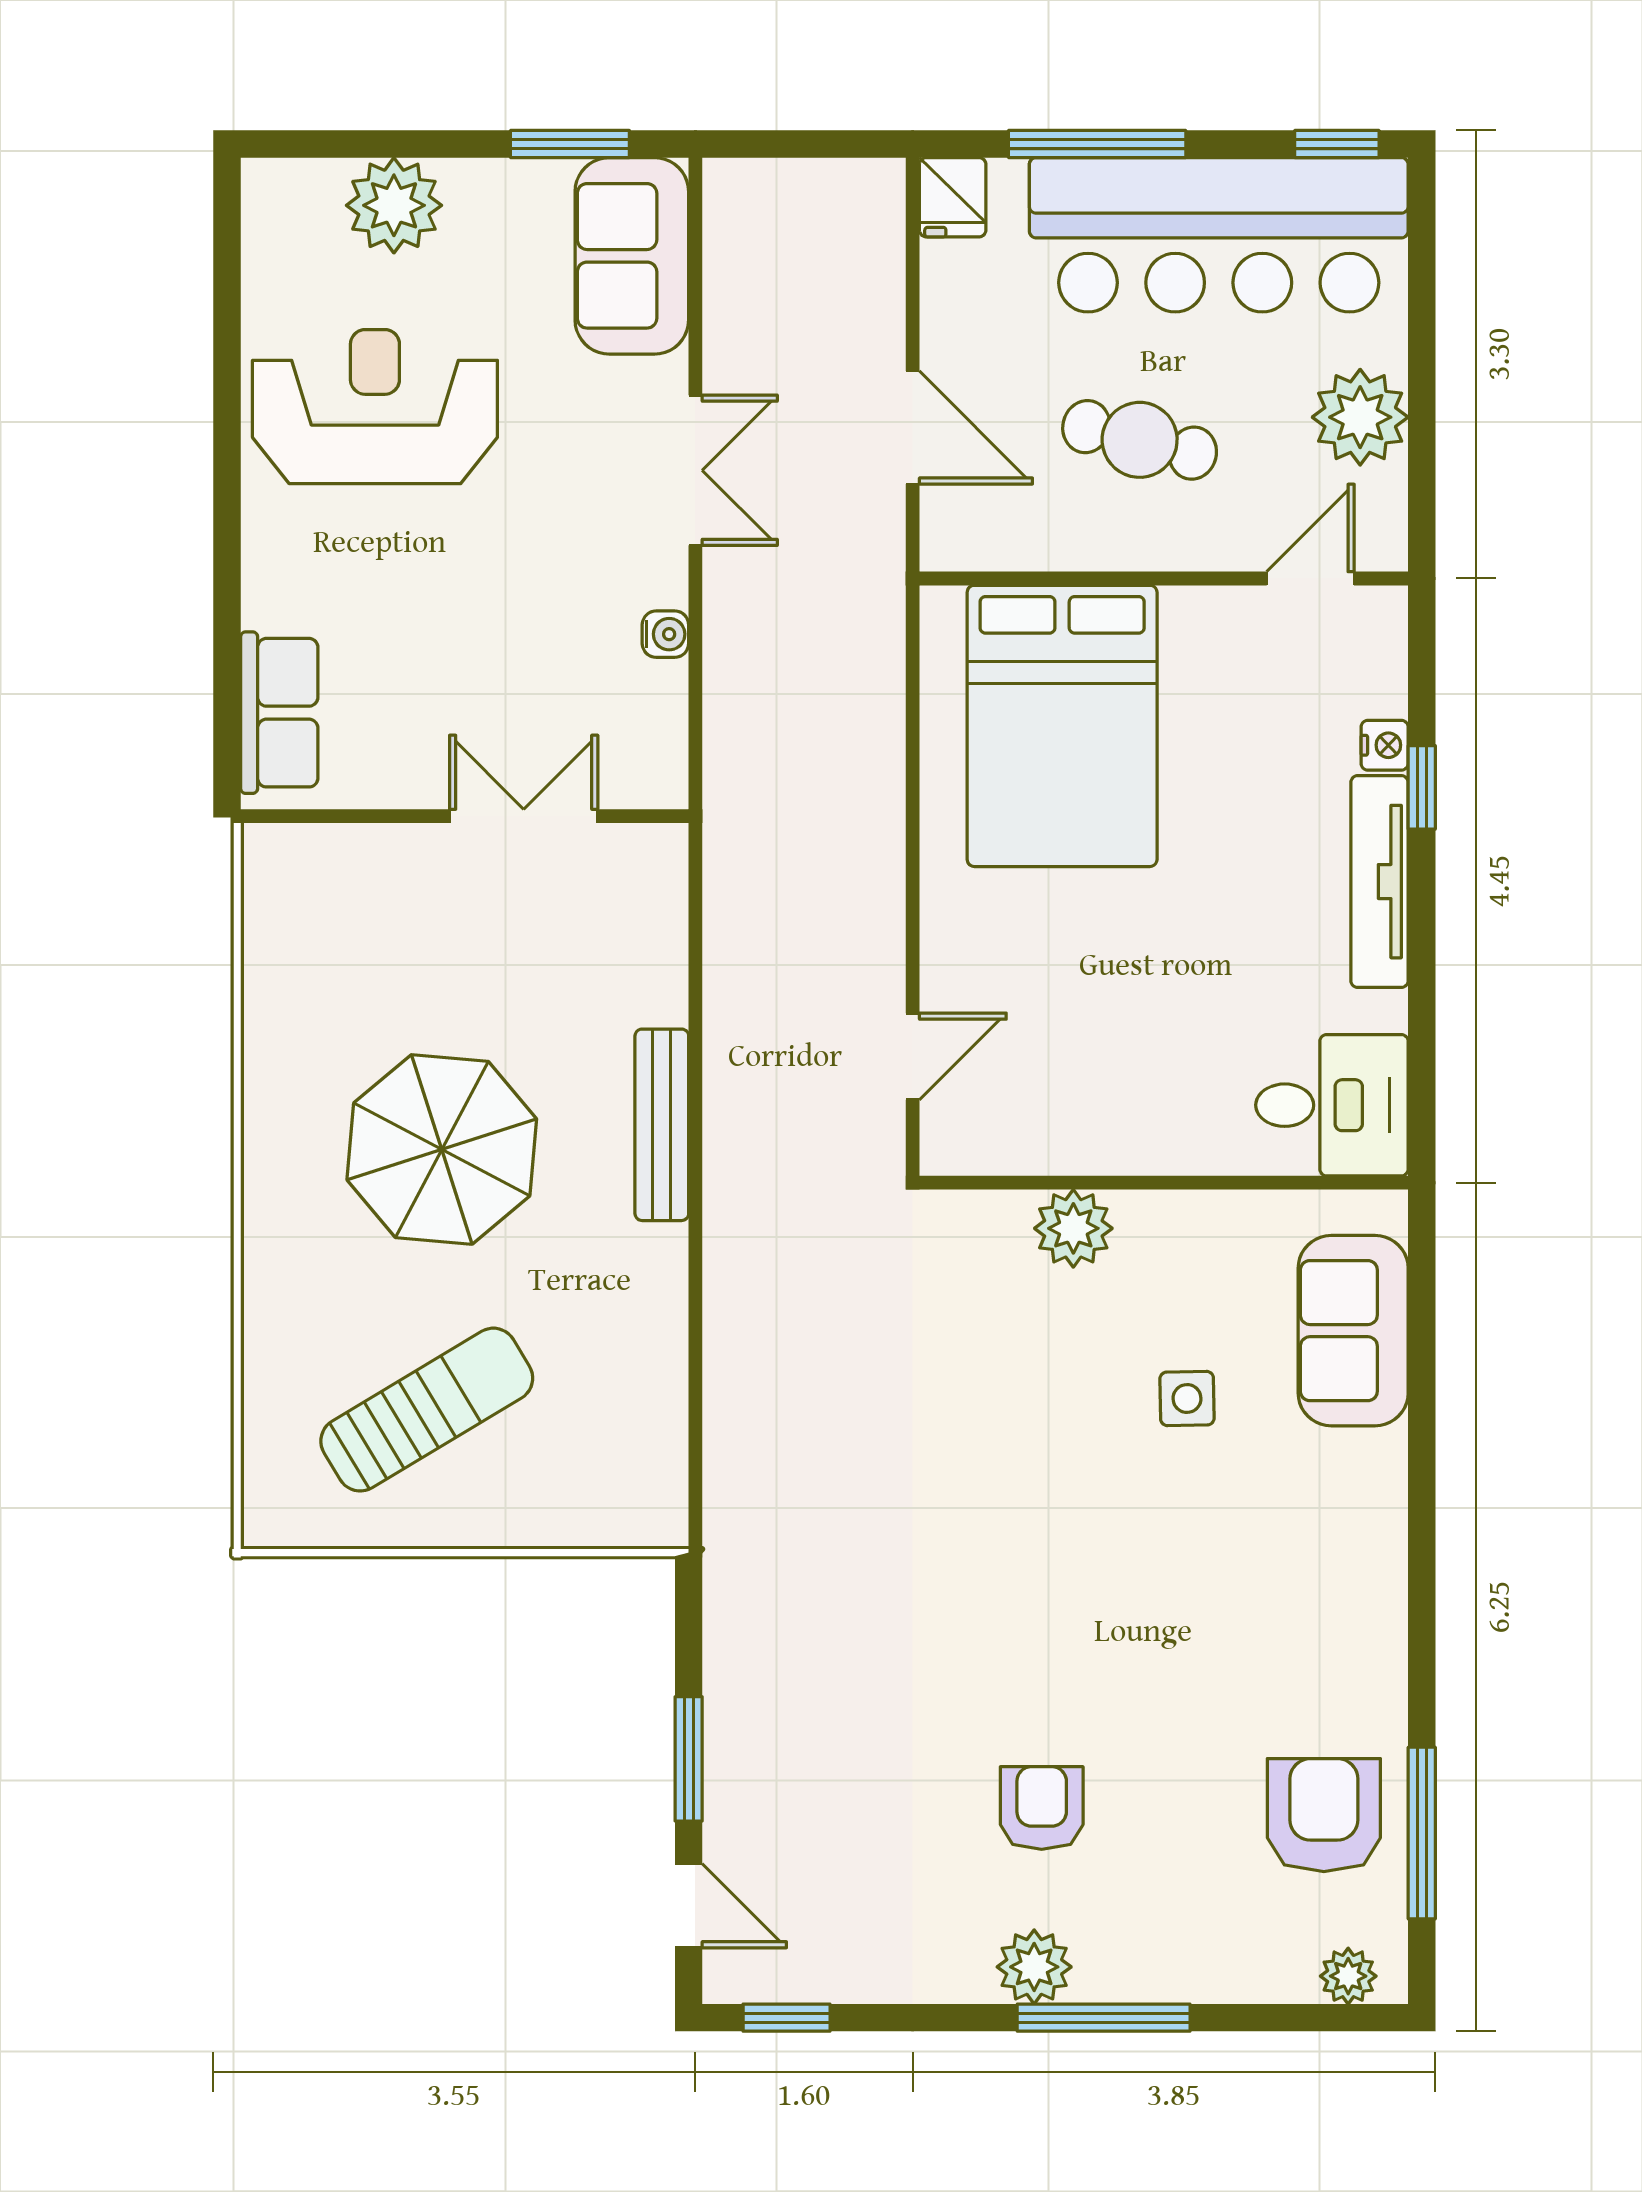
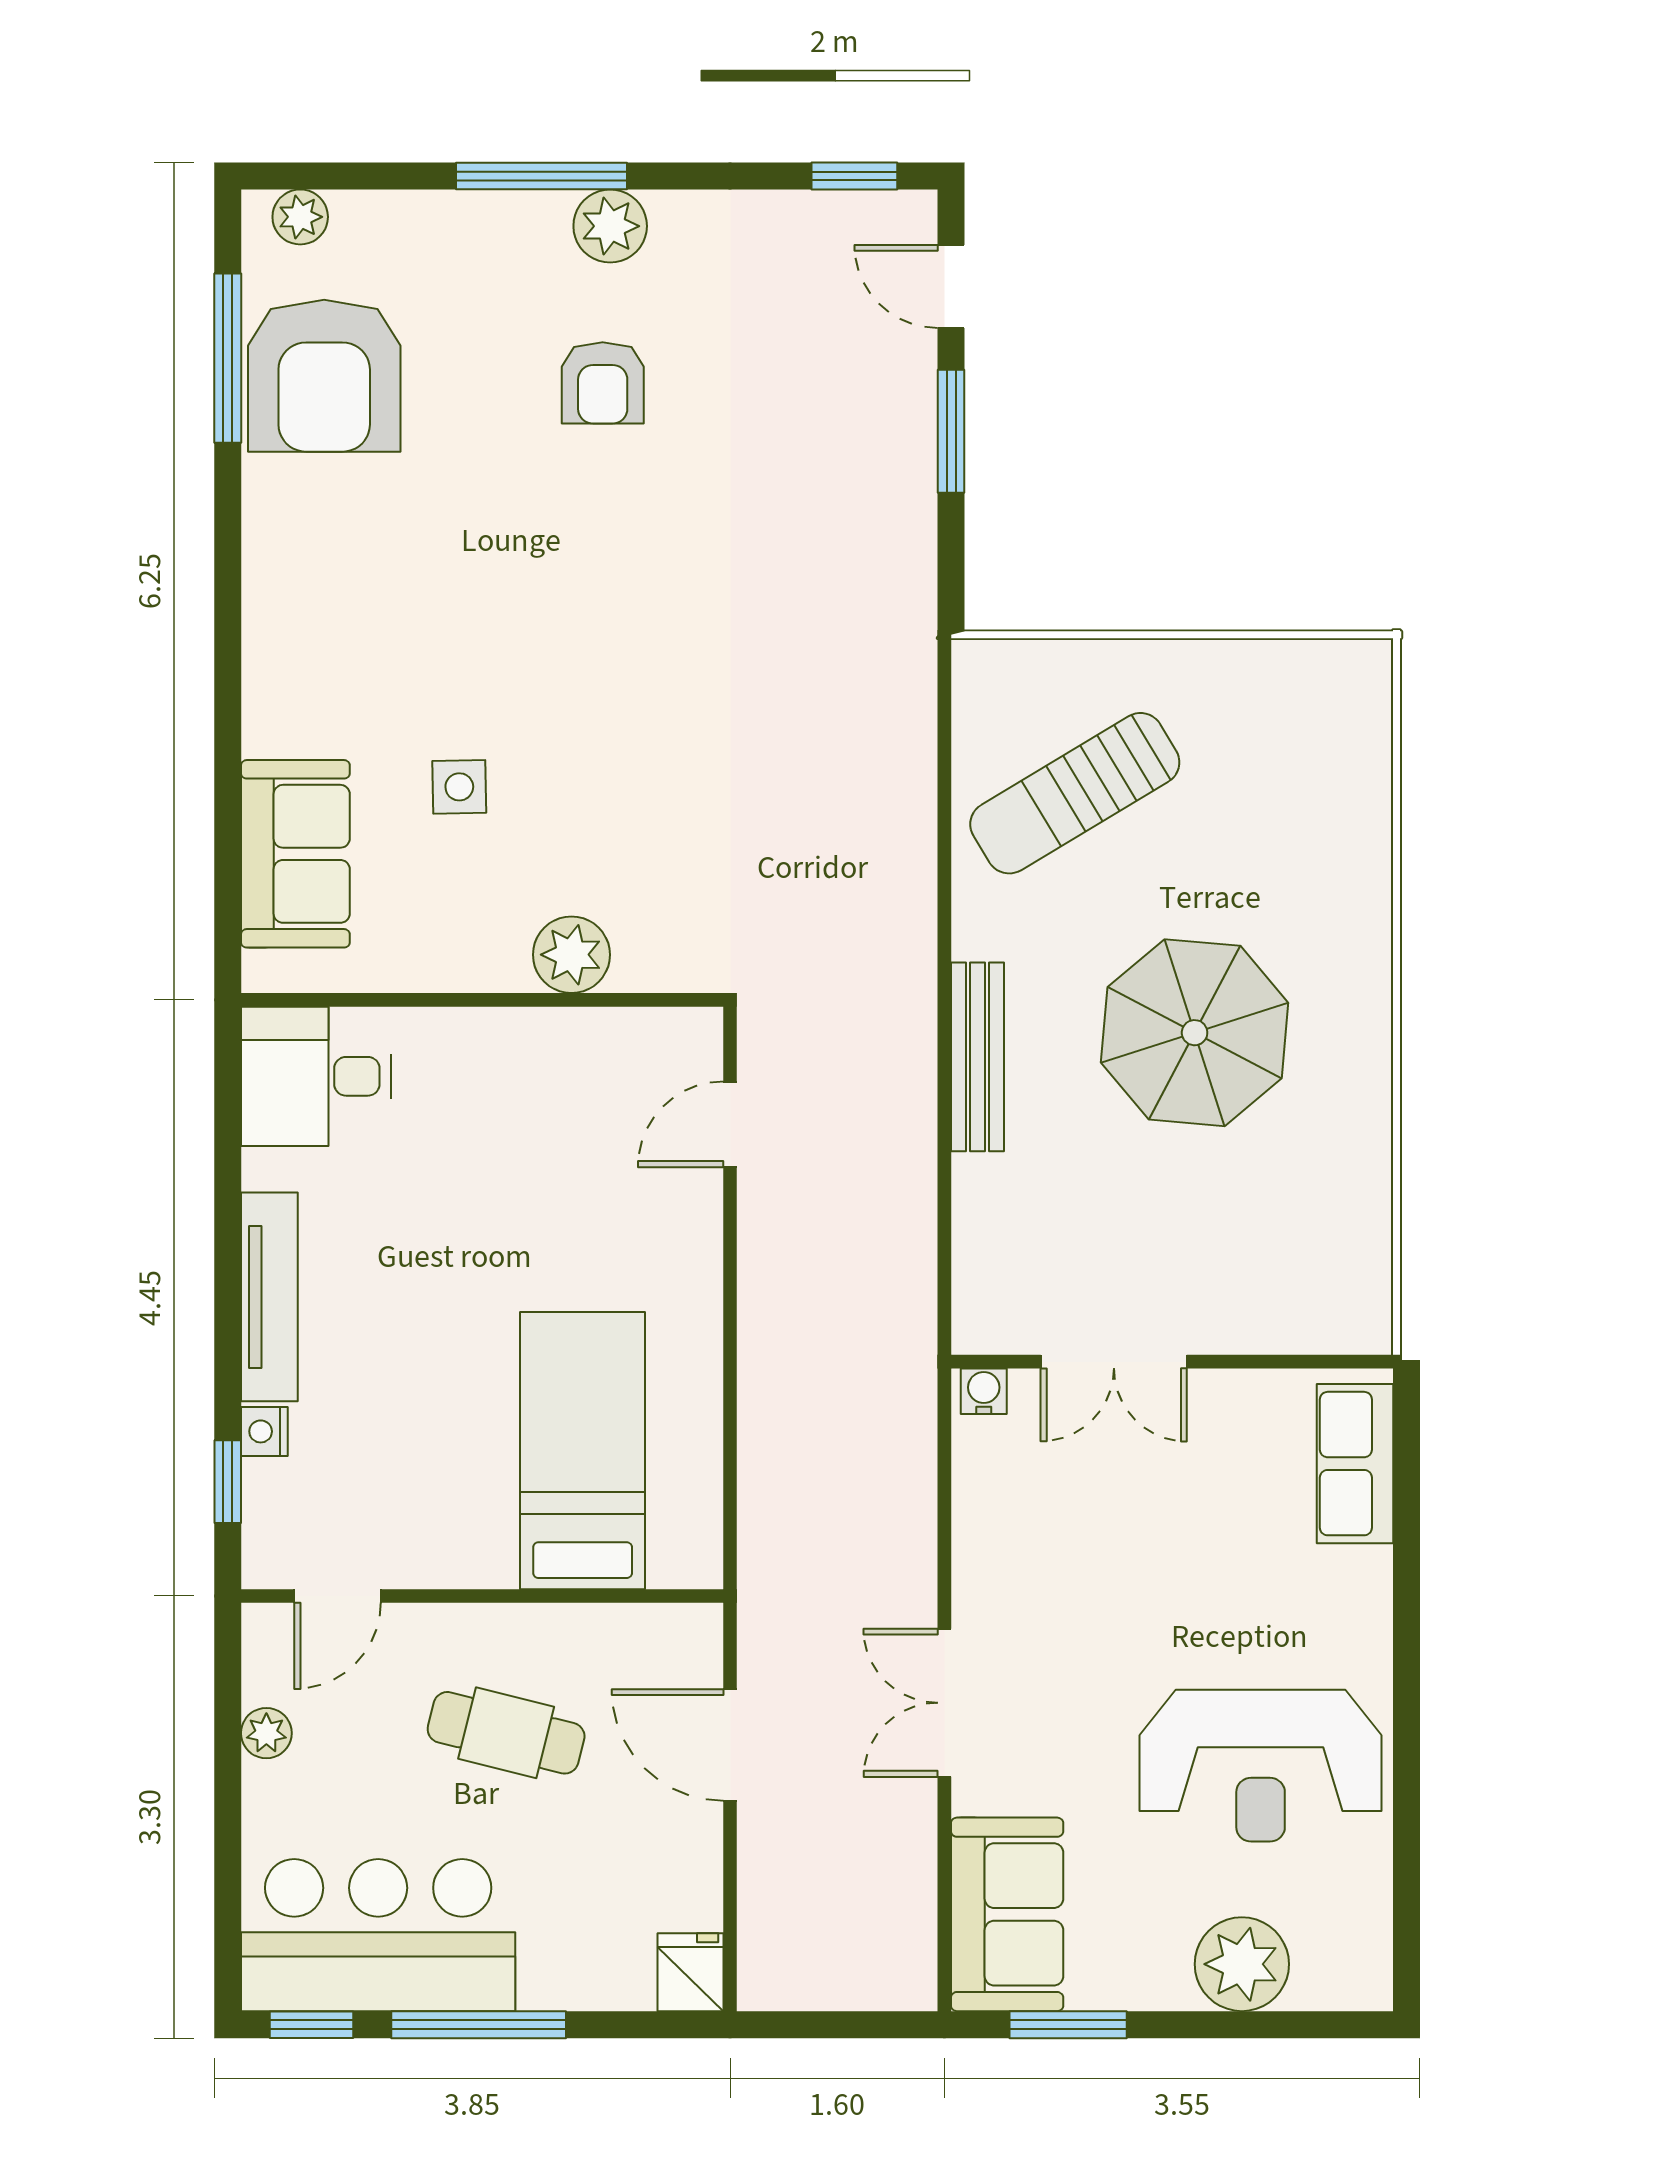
window: (1097, 144) -> (479, 2025), moved
bar counter: (1219, 235) -> (378, 1935), width x0.73
plant: (1360, 417) -> (266, 1733), width x0.53, depth x0.53
water cooler: (665, 634) -> (984, 1391), moved, turned 90
bed: (1062, 726) -> (583, 1451), width x0.67
window: (1422, 787) -> (228, 1482), moved
sun lounger: (427, 1410) -> (1075, 793), moved
armchair: (1324, 1815) -> (324, 376), width x1.36, depth x1.36

